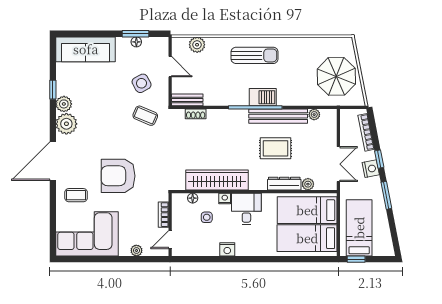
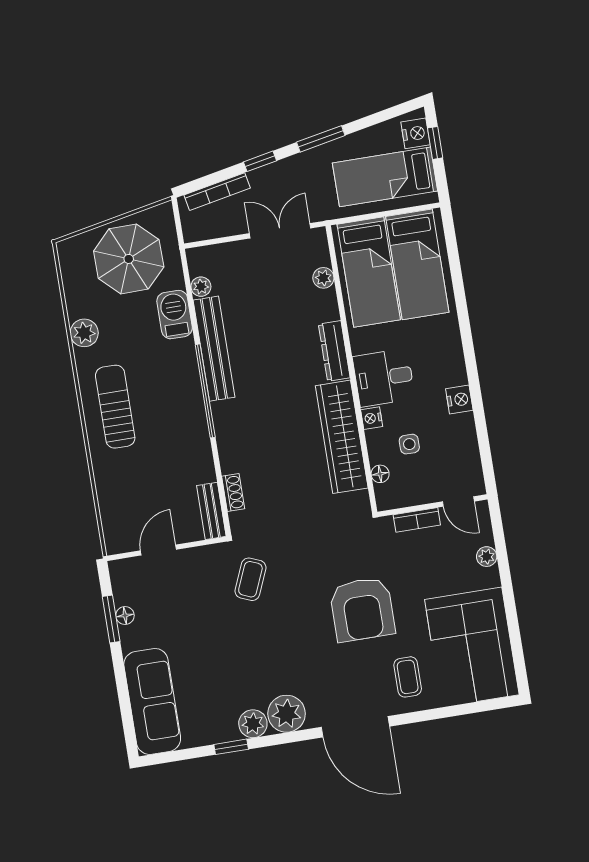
plant: (197, 45) -> (84, 333), moved
side table: (142, 83) -> (195, 595), removed
barbecue: (263, 97) -> (175, 315), moved
rug: (275, 148) -> (270, 344), removed
nightstand: (371, 169) -> (415, 133), moved, turned 101
dresser: (284, 184) -> (334, 351), moved
window: (356, 259) -> (435, 143), moved

